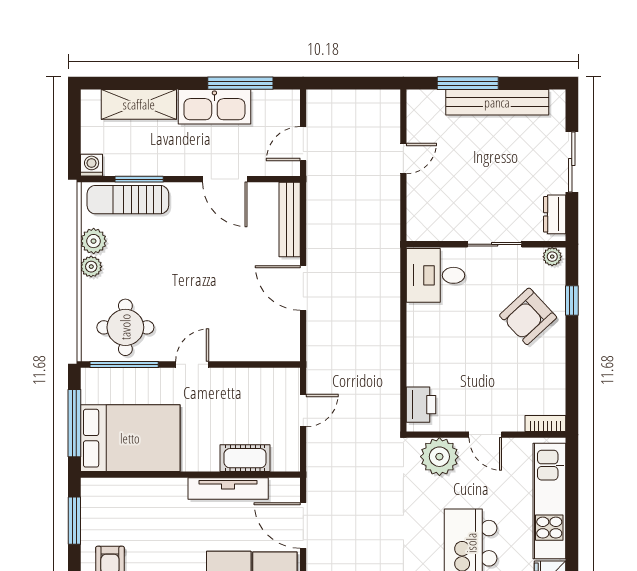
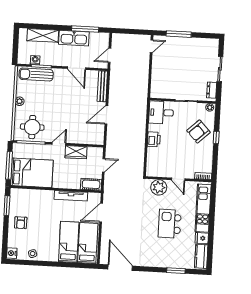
bench: (497, 102) -> (191, 43), removed
door: (403, 158) -> (151, 46), moved
washing machine: (92, 165) -> (35, 60), moved
plant: (94, 241) -> (21, 91), removed
door: (303, 288) -> (106, 115), hinge flipped
window: (572, 301) -> (216, 137), moved
wardrobe: (235, 382) -> (76, 152), added
printer: (421, 405) -> (154, 139), moved
cot: (245, 458) -> (91, 184), moved
door: (303, 526) -> (101, 213), hinge flipped

